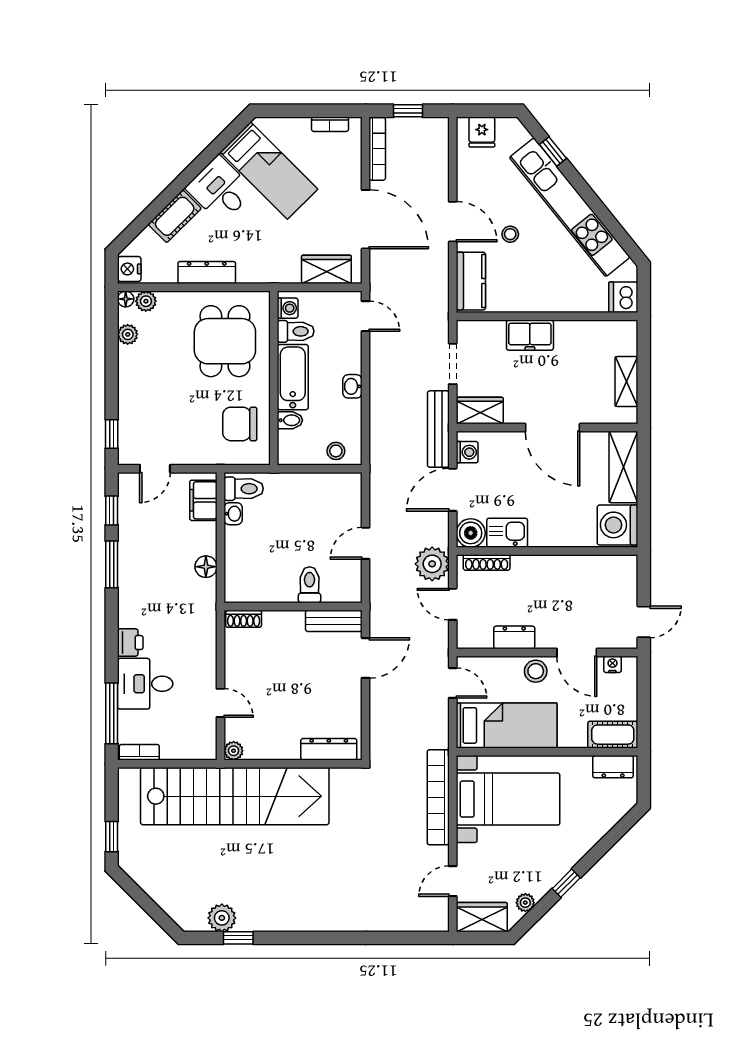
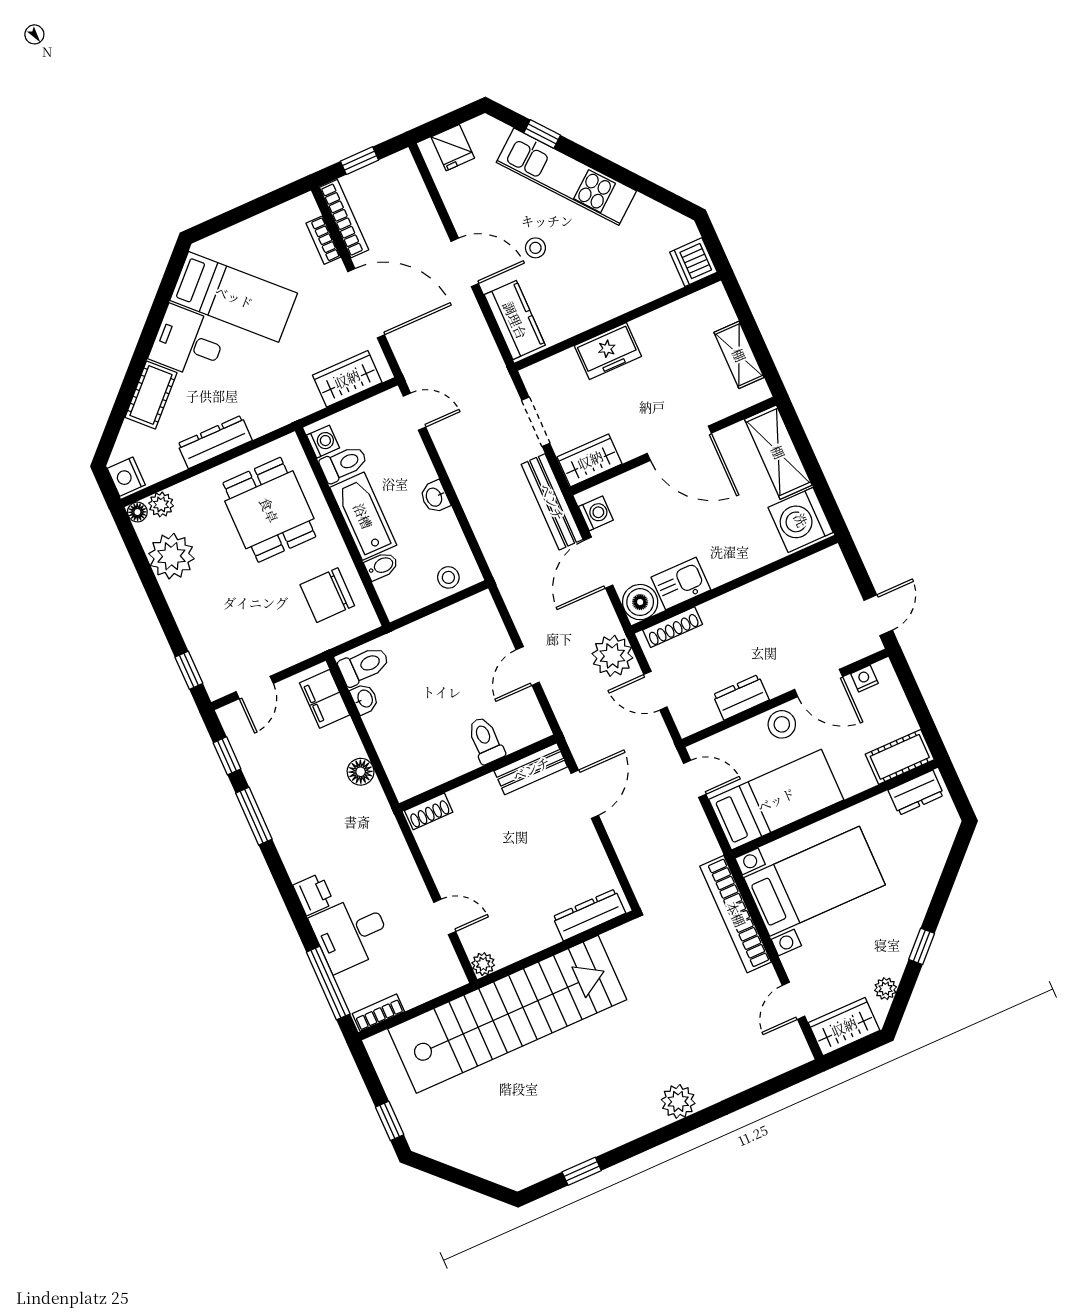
bookcase: (330, 124) -> (323, 240), moved, turned 90
kitchen unit: (570, 207) -> (566, 177), width x0.73
plant: (128, 334) -> (171, 556), width x1.87, depth x1.87
plant: (222, 918) -> (678, 1101), moved

